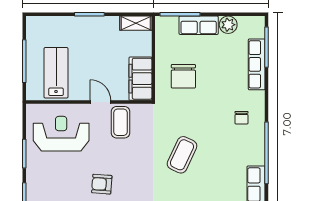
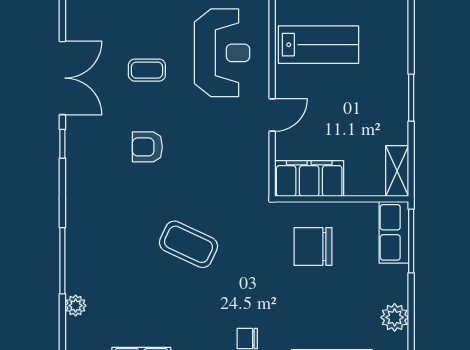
row of seats: (199, 25) -> (394, 232), moved
coffee table: (120, 122) -> (147, 70), moved, width x0.73, depth x0.77
armchair: (102, 184) -> (147, 147), moved, turned -94

